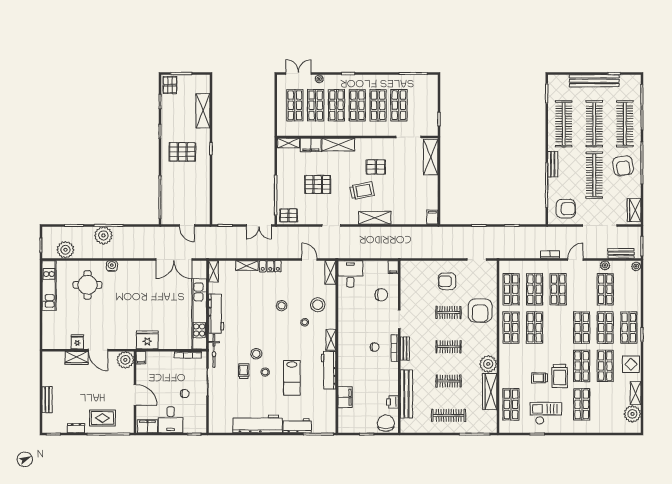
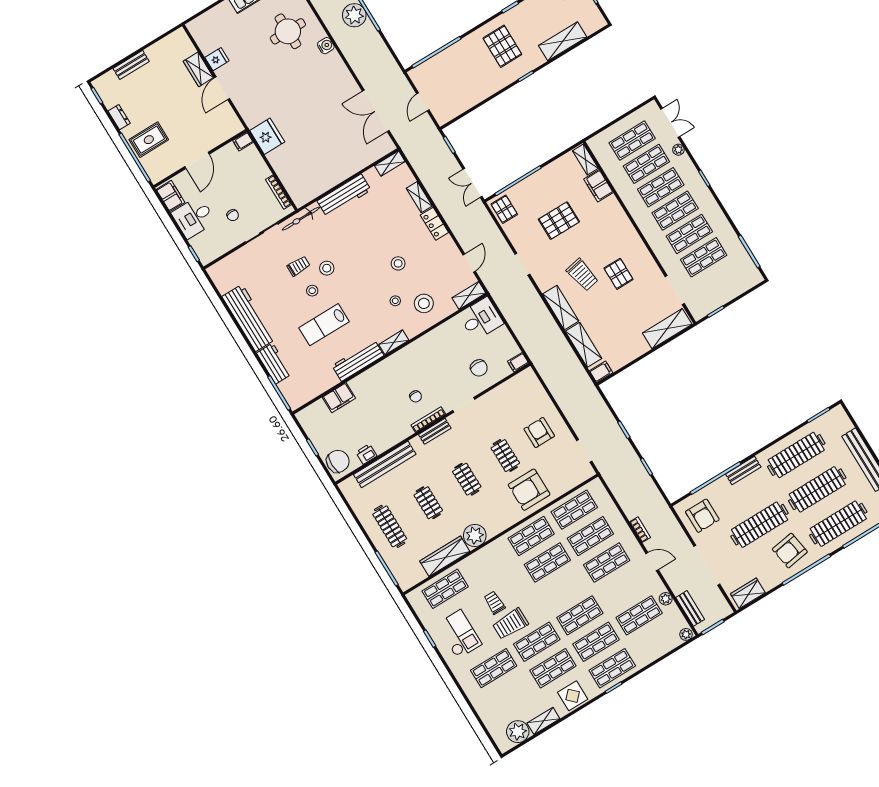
shelving: (338, 145) -> (583, 345), moved
pallet: (318, 184) -> (559, 221), turned 90
kitchen unit: (199, 314) -> (332, 177), removed
plant: (125, 360) -> (230, 125), removed
rug: (102, 418) -> (149, 140), turned 90

